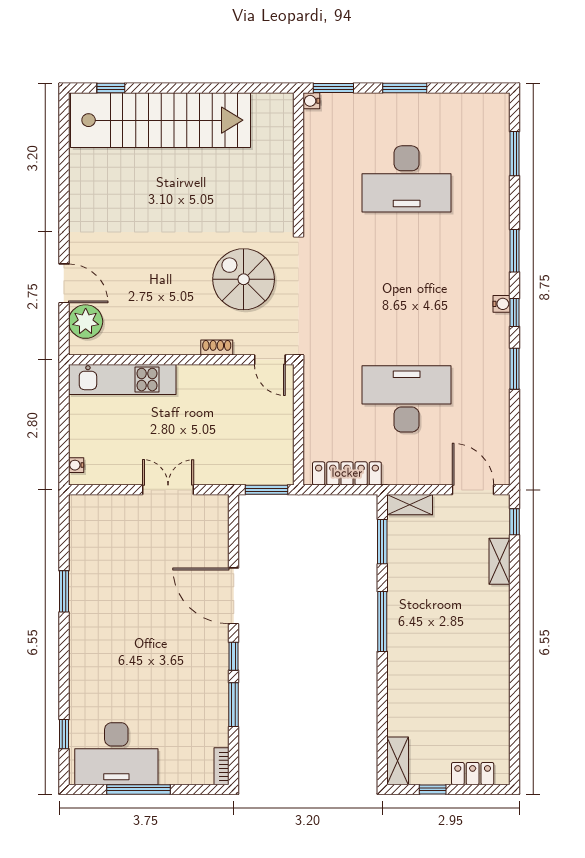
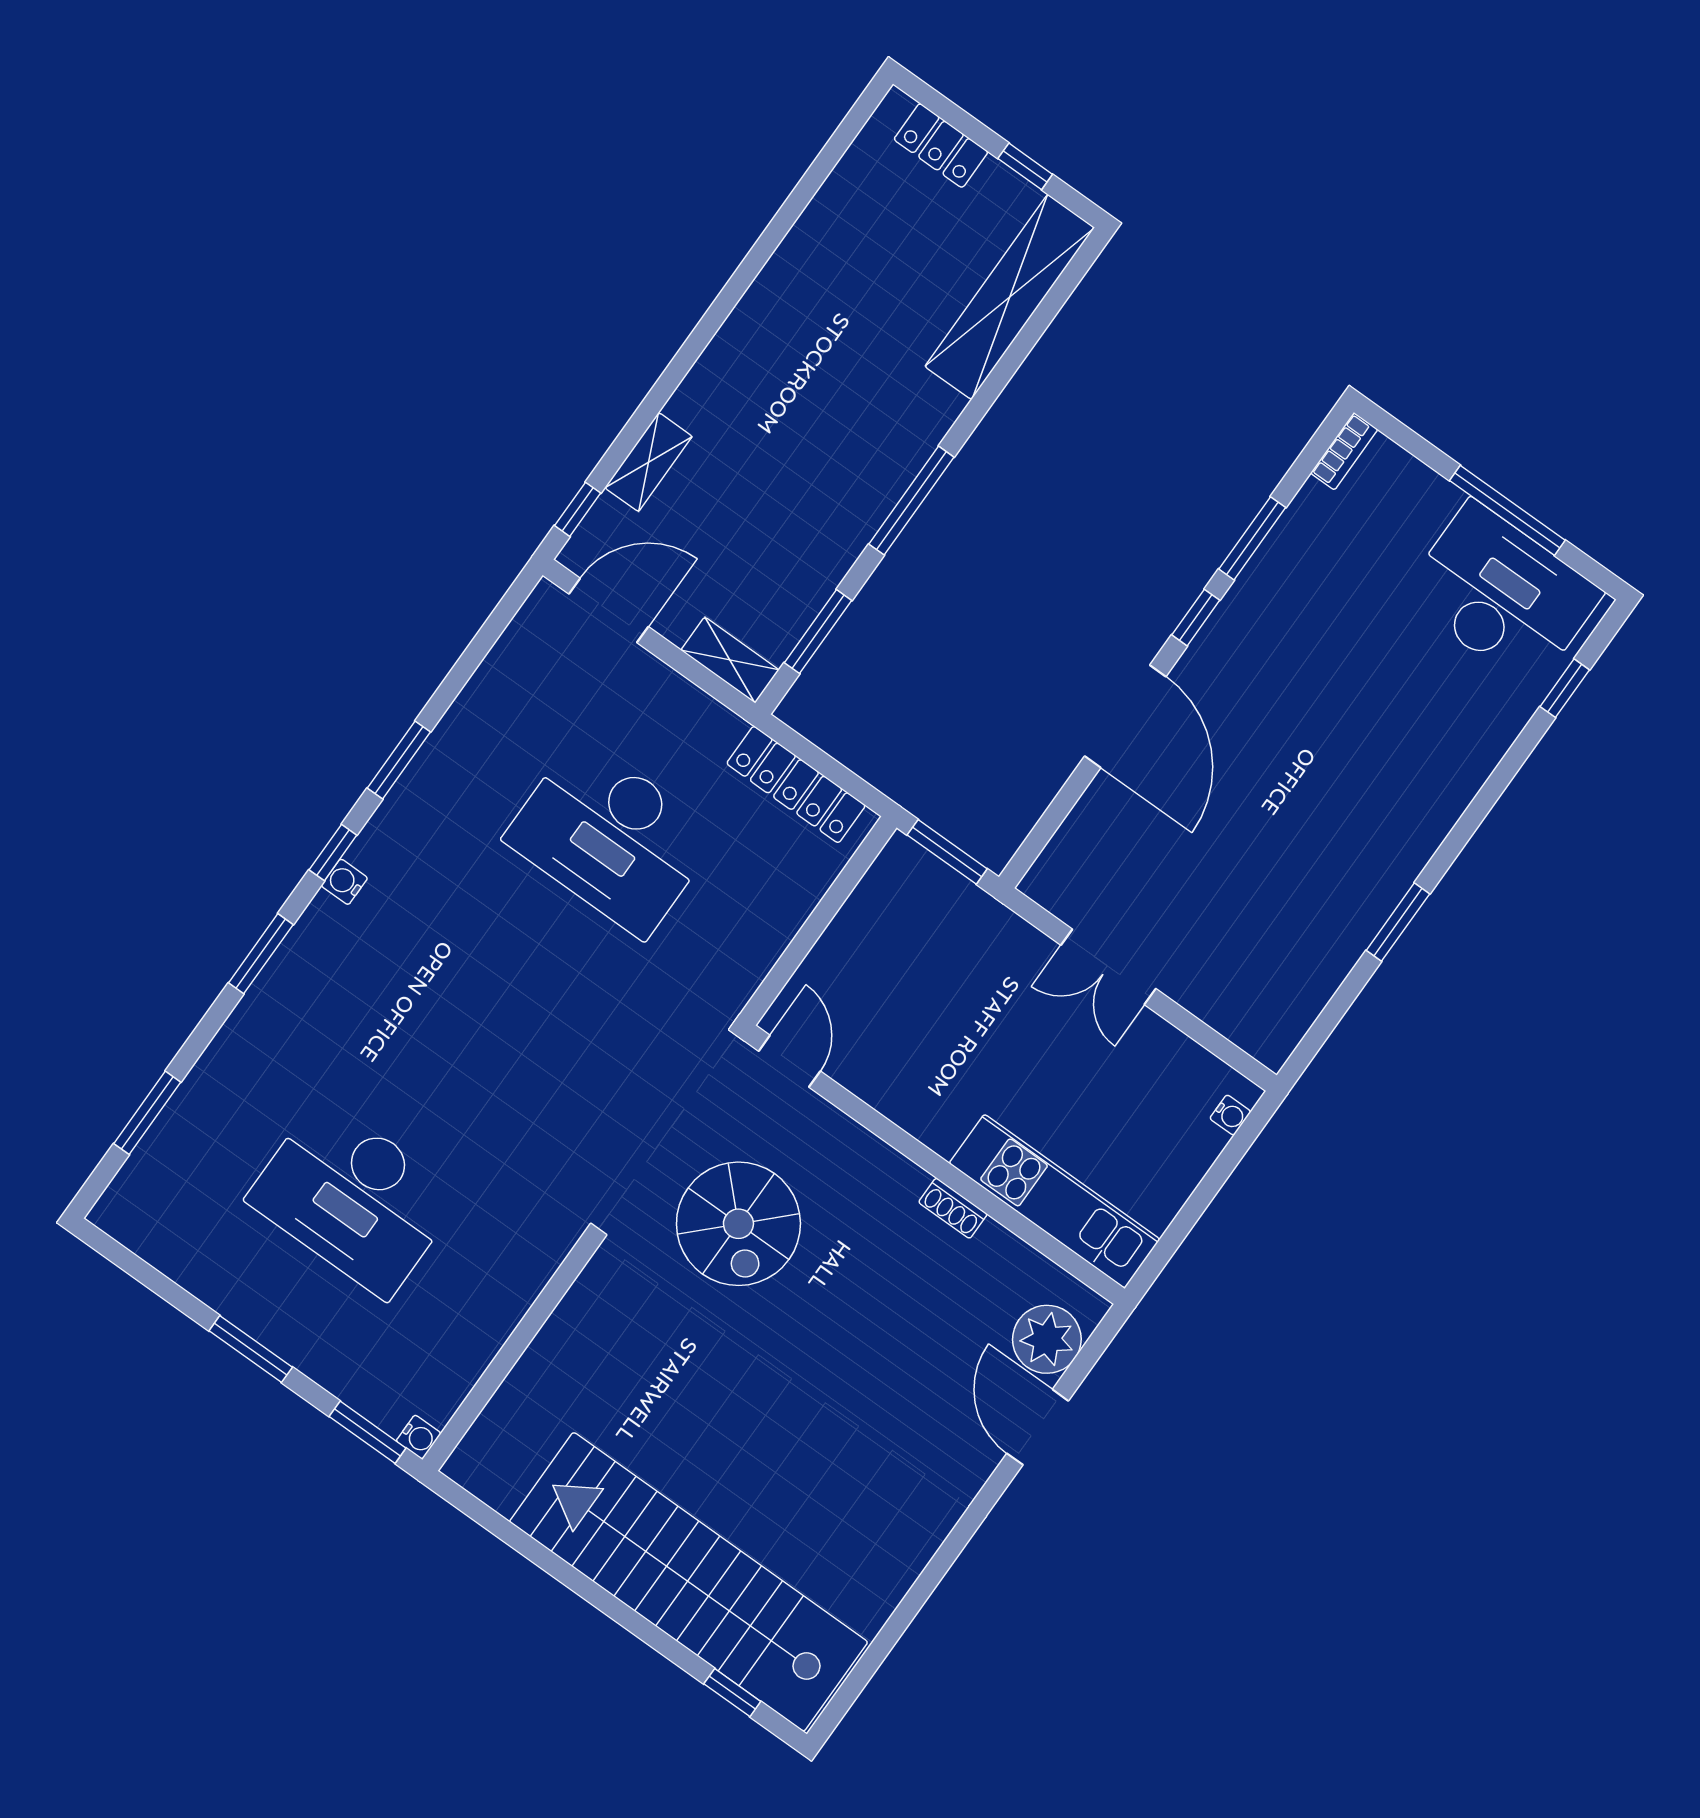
desk: (407, 179) -> (354, 1198), turned 180
shoe rack: (217, 347) -> (953, 1208), moved
door: (473, 490) -> (609, 610), swing flipped
shelving: (398, 761) -> (1010, 297), width x2.20, depth x1.33

